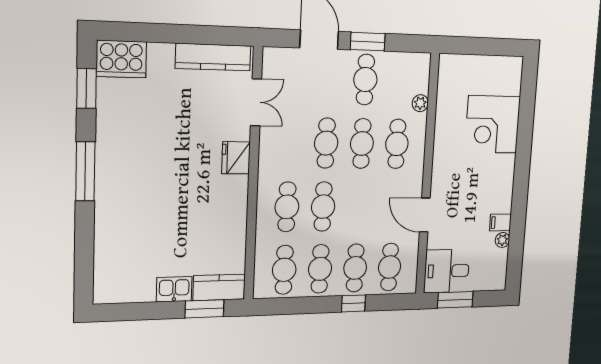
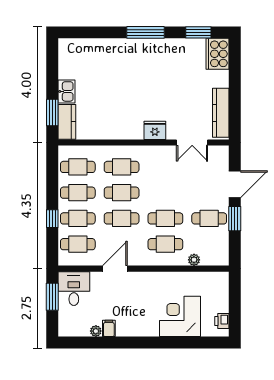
printer: (503, 65) -> (222, 321), added
cafe table: (326, 143) -> (122, 218), moved

